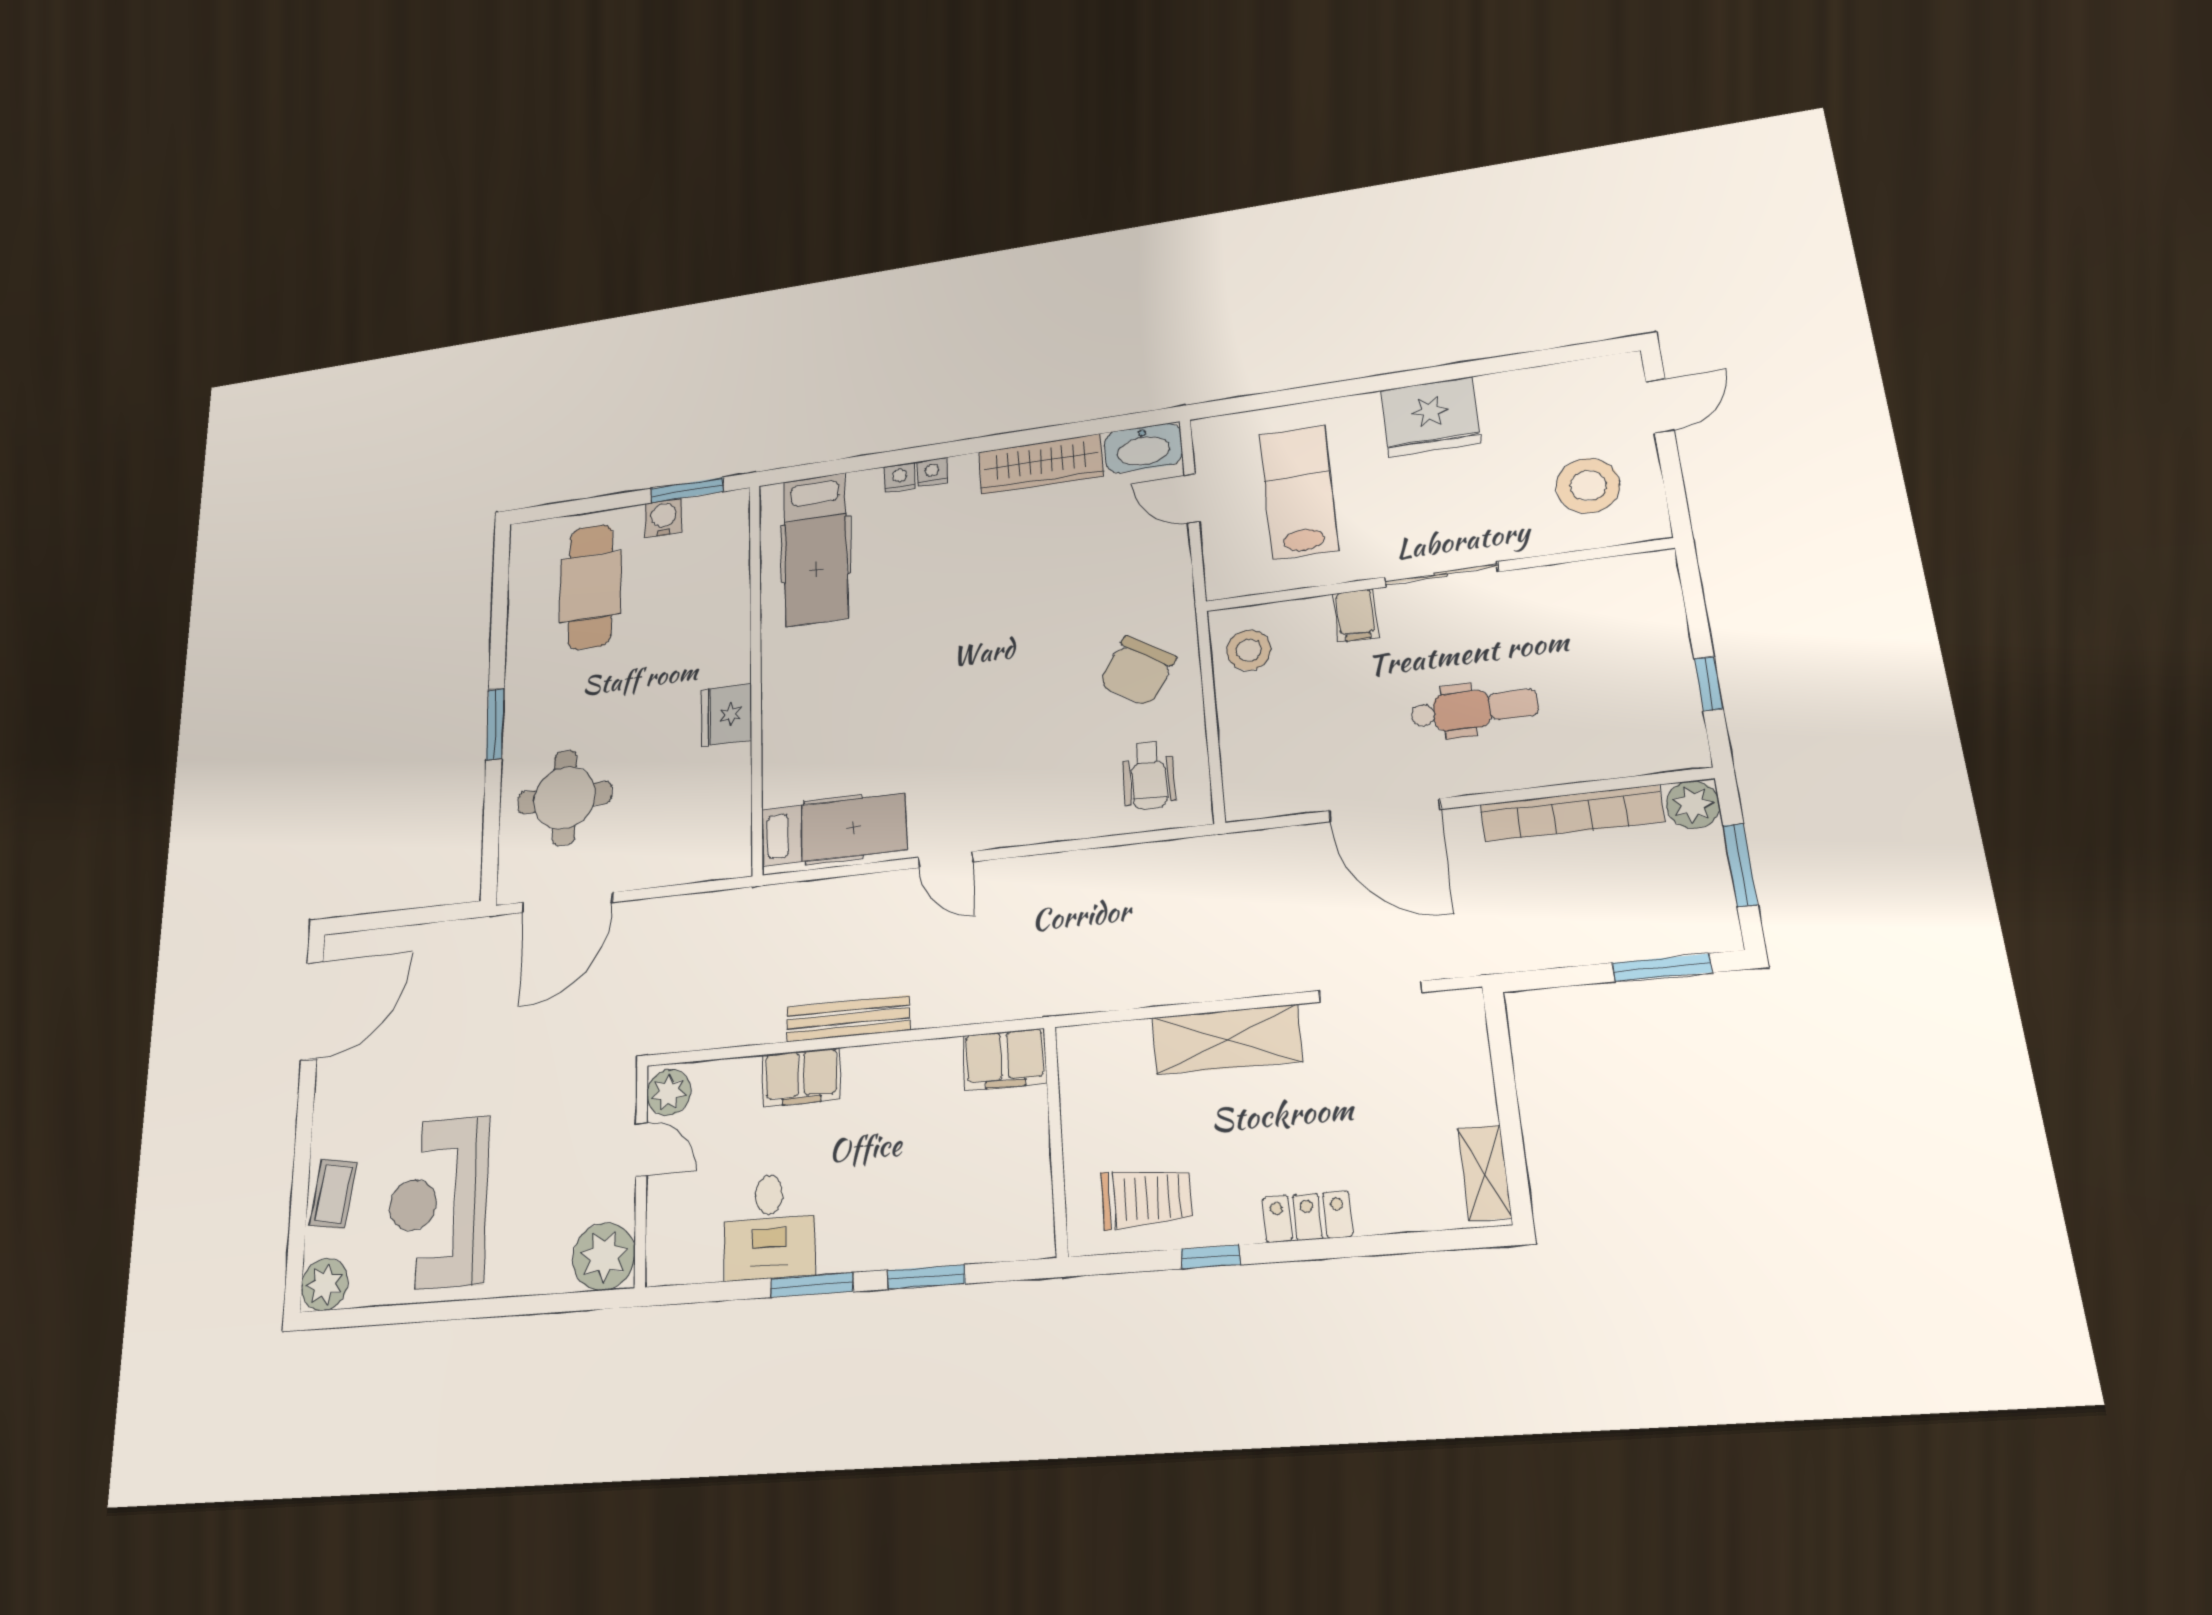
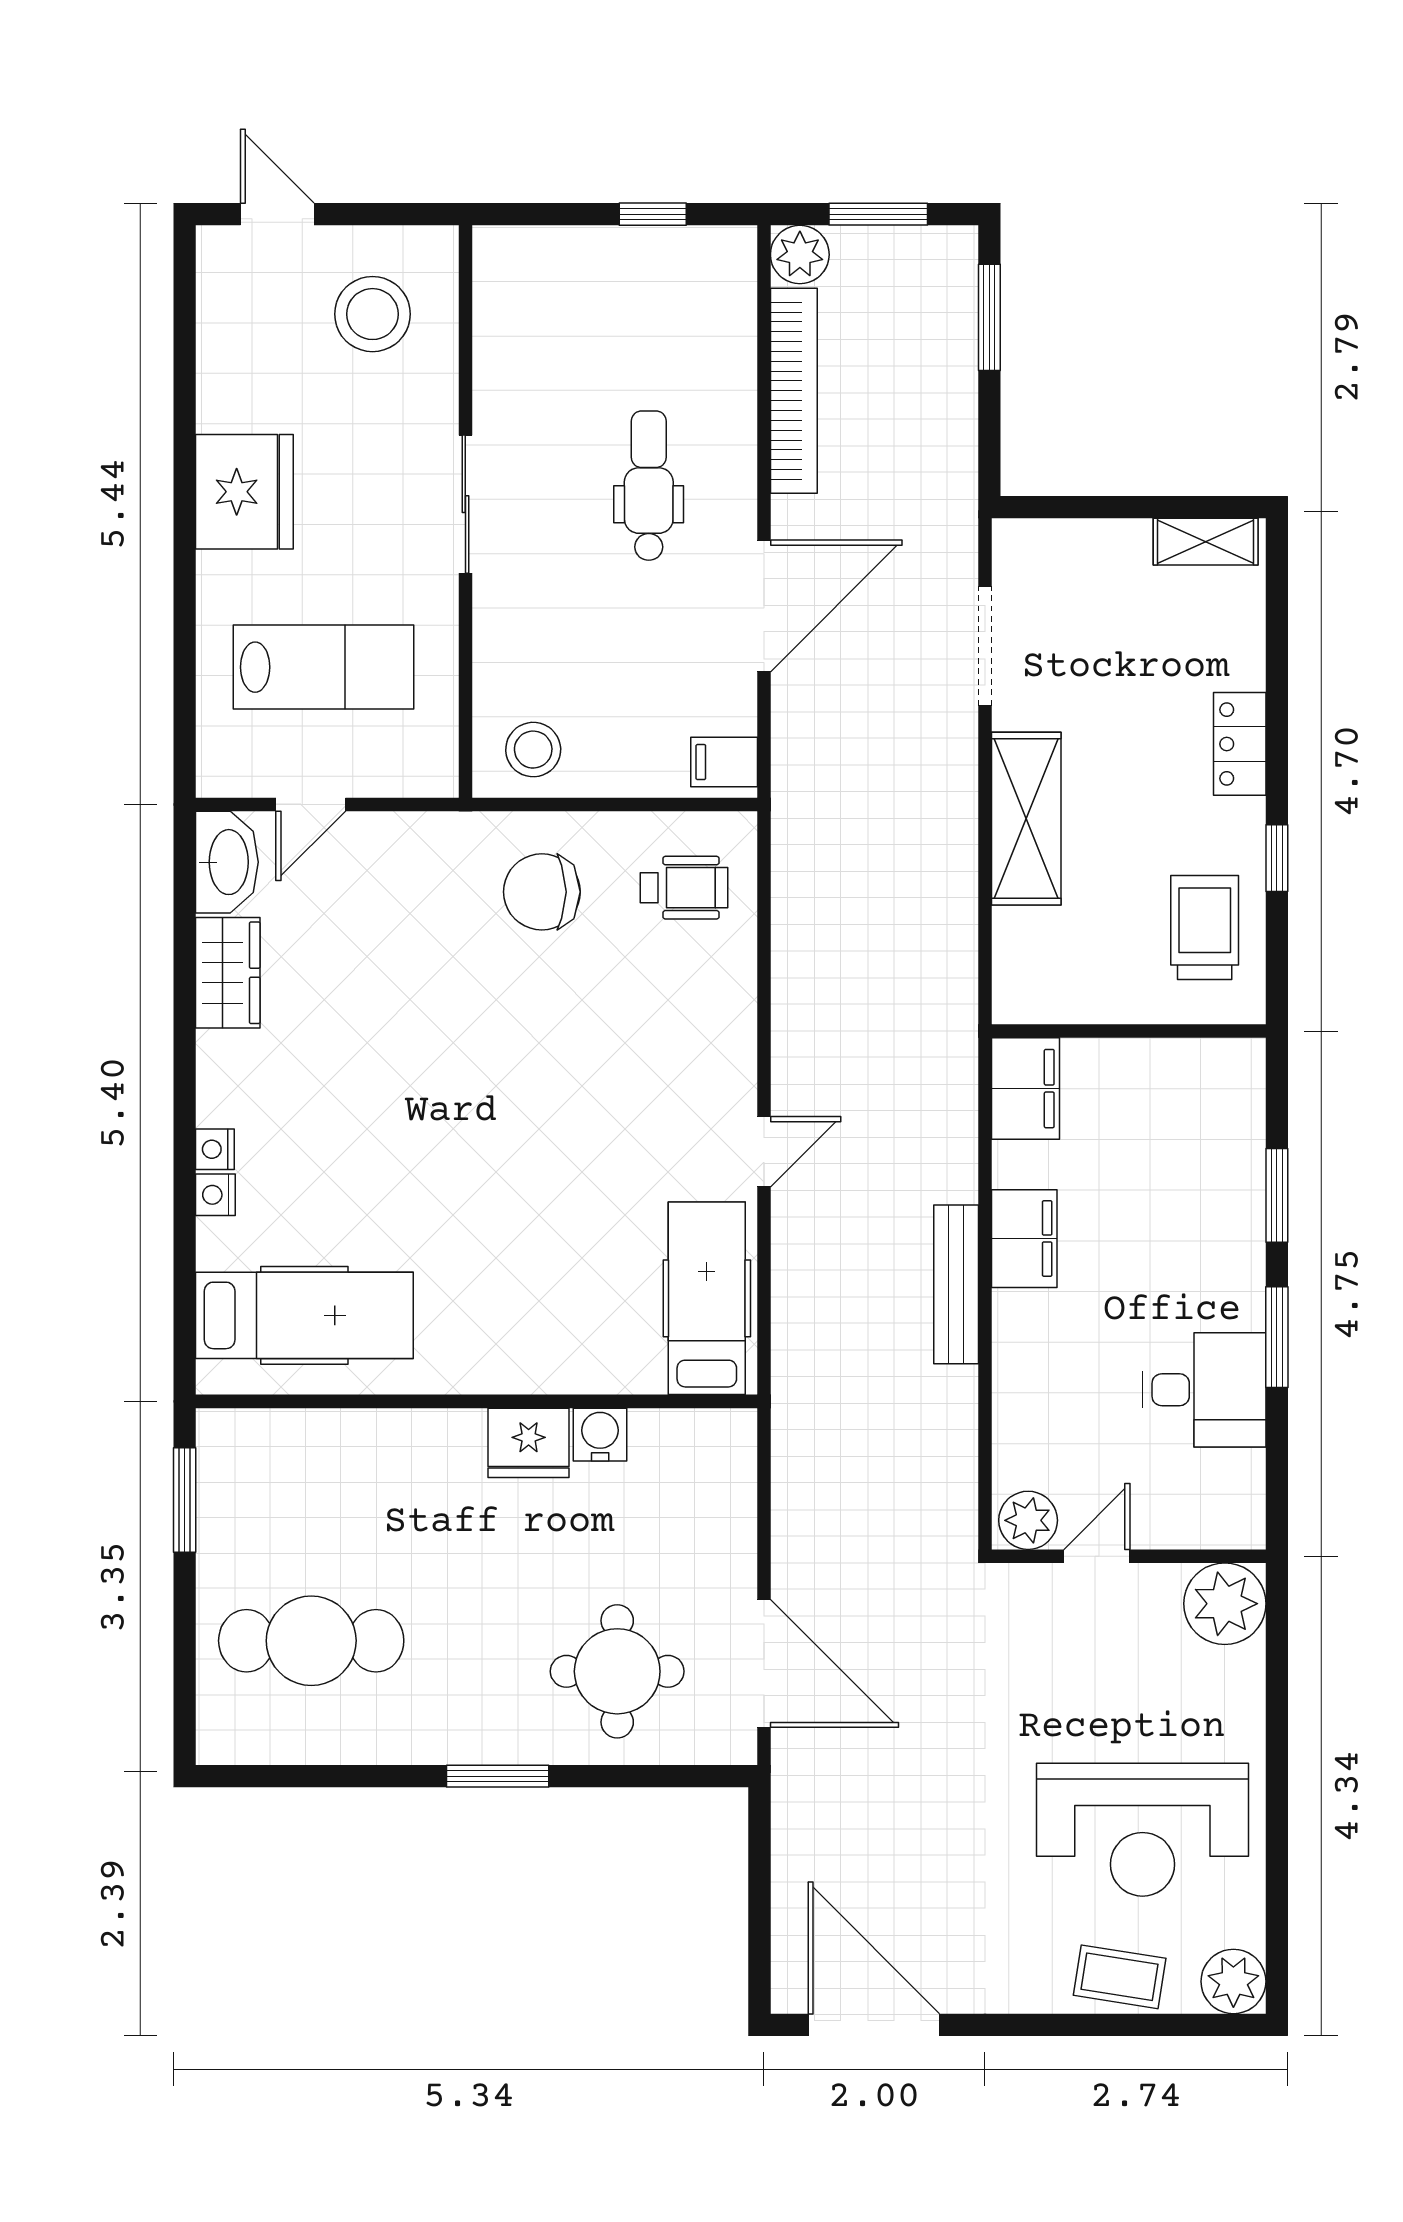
wardrobe: (1041, 464) -> (228, 973), width x0.67
lab bench: (1299, 492) -> (324, 667), turned 180
water cooler: (663, 518) -> (600, 1435), moved, turned 90
filing cabinet: (1356, 615) -> (724, 762), moved, turned 180
chair: (1137, 671) -> (542, 892), turned 148
filing cabinet: (801, 1077) -> (1024, 1239), moved

